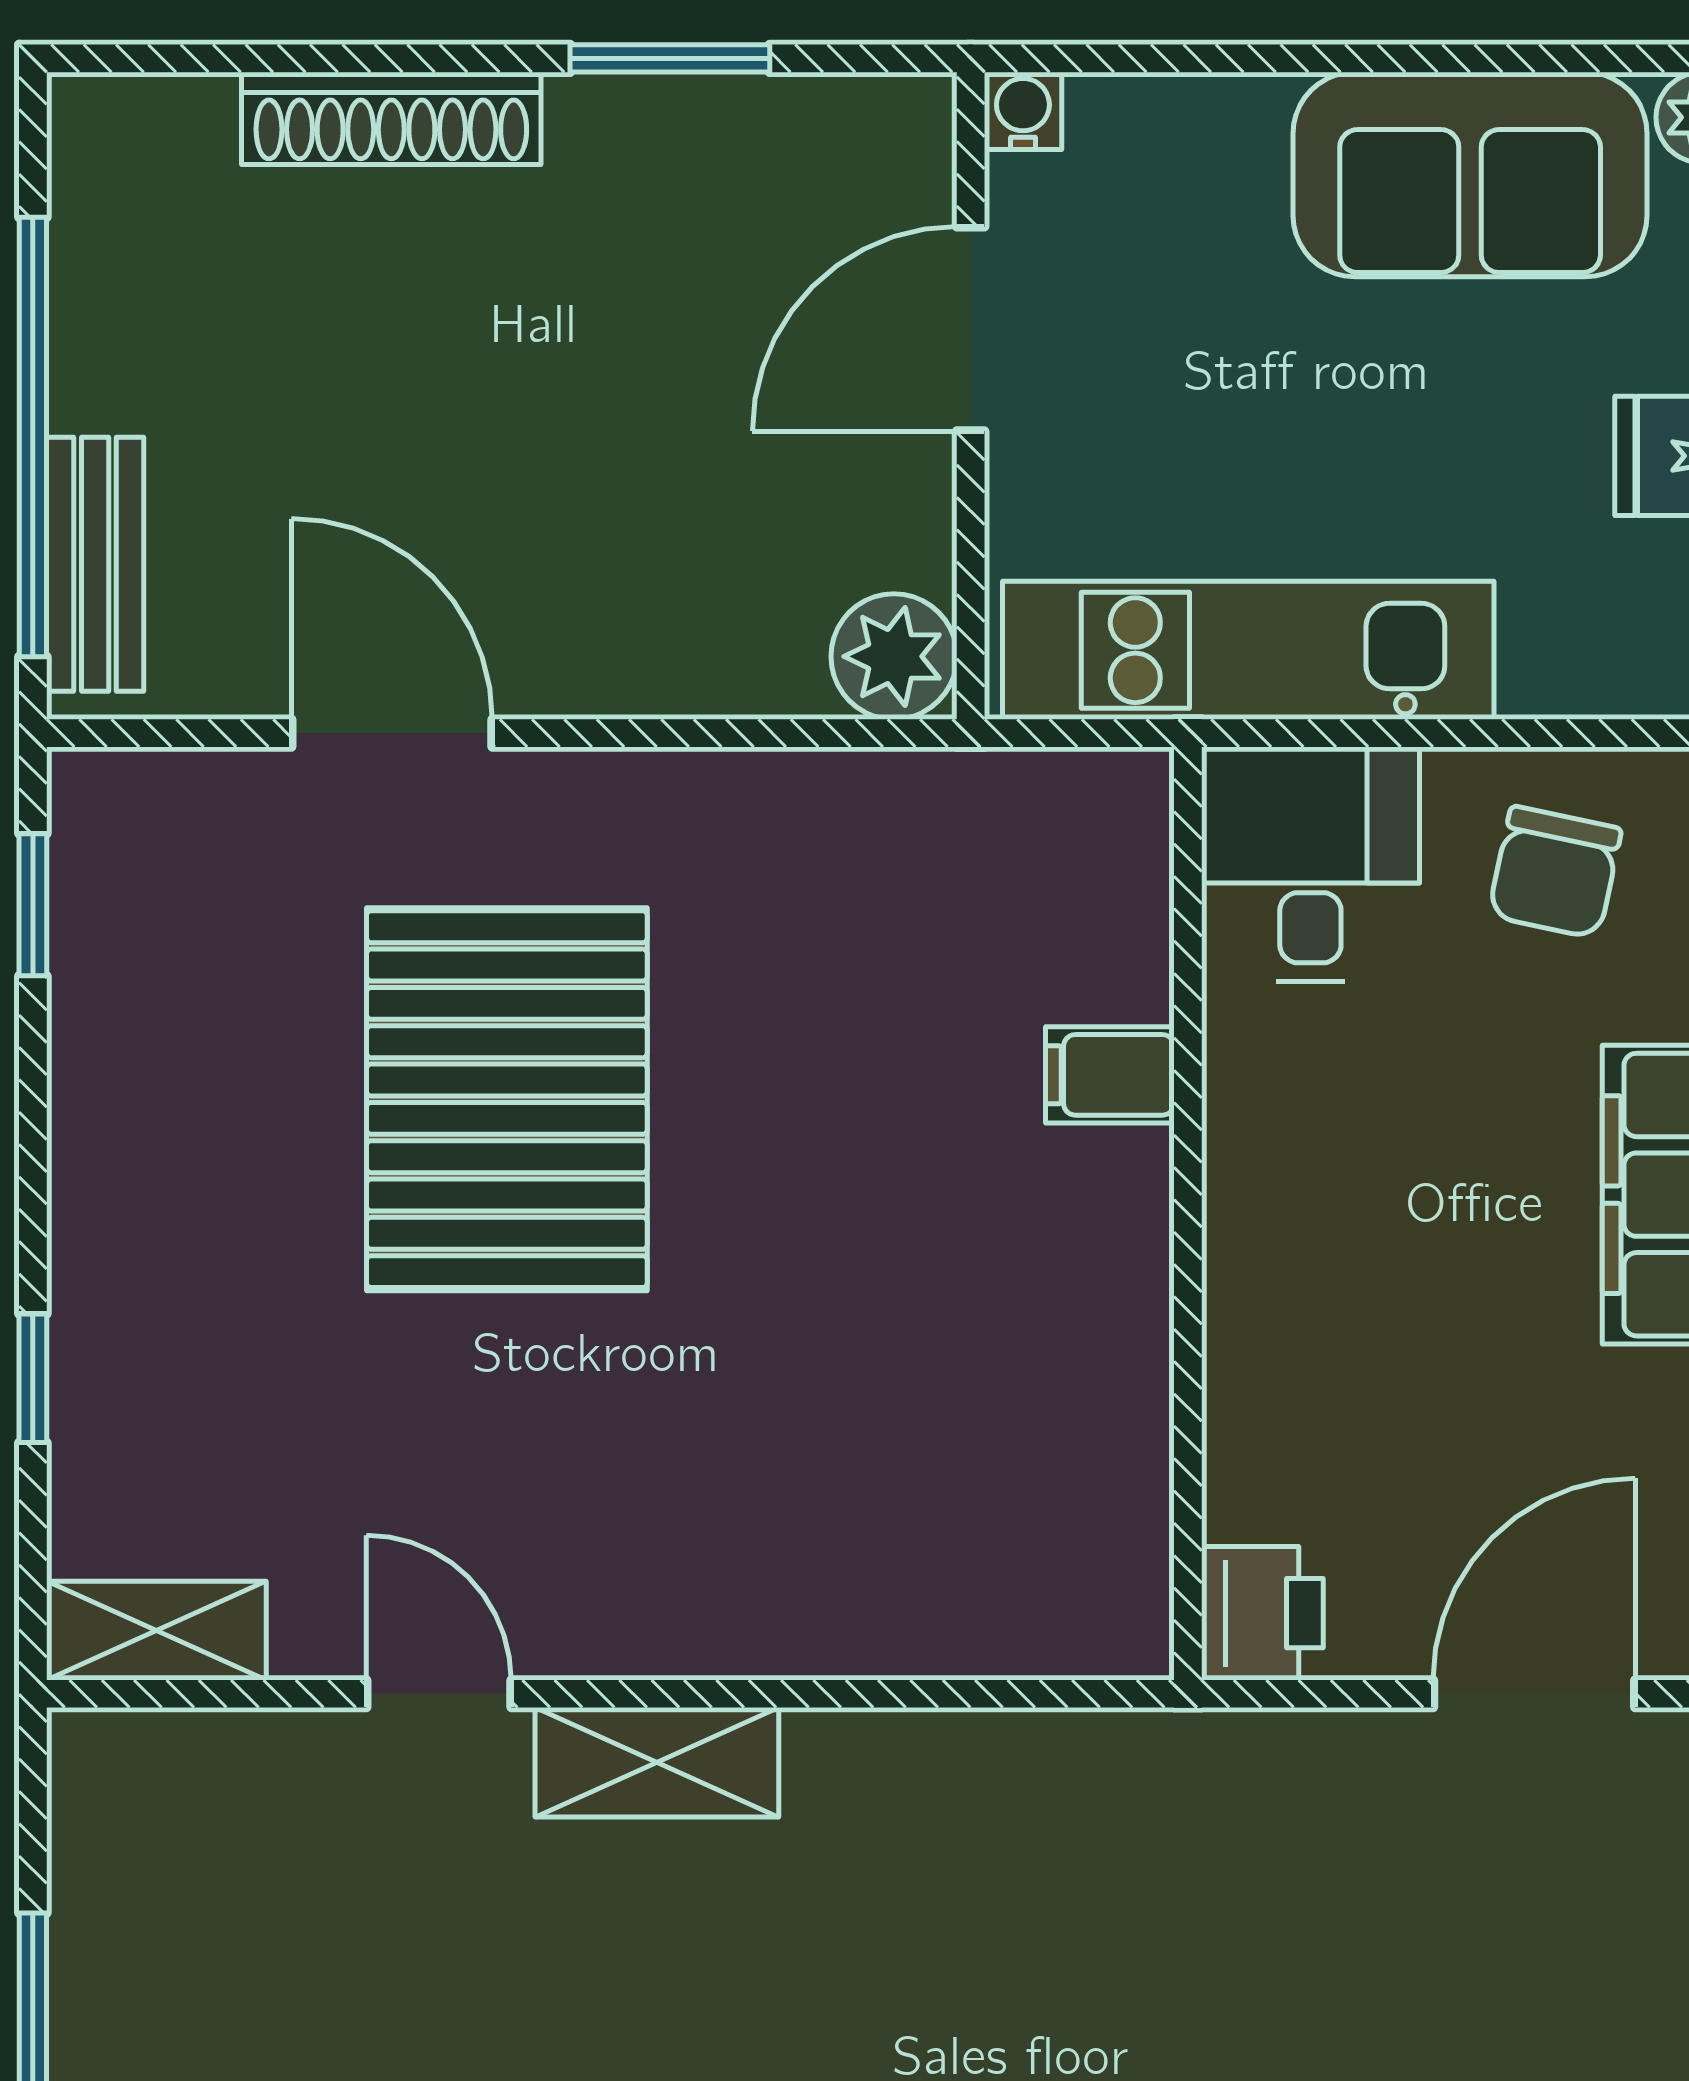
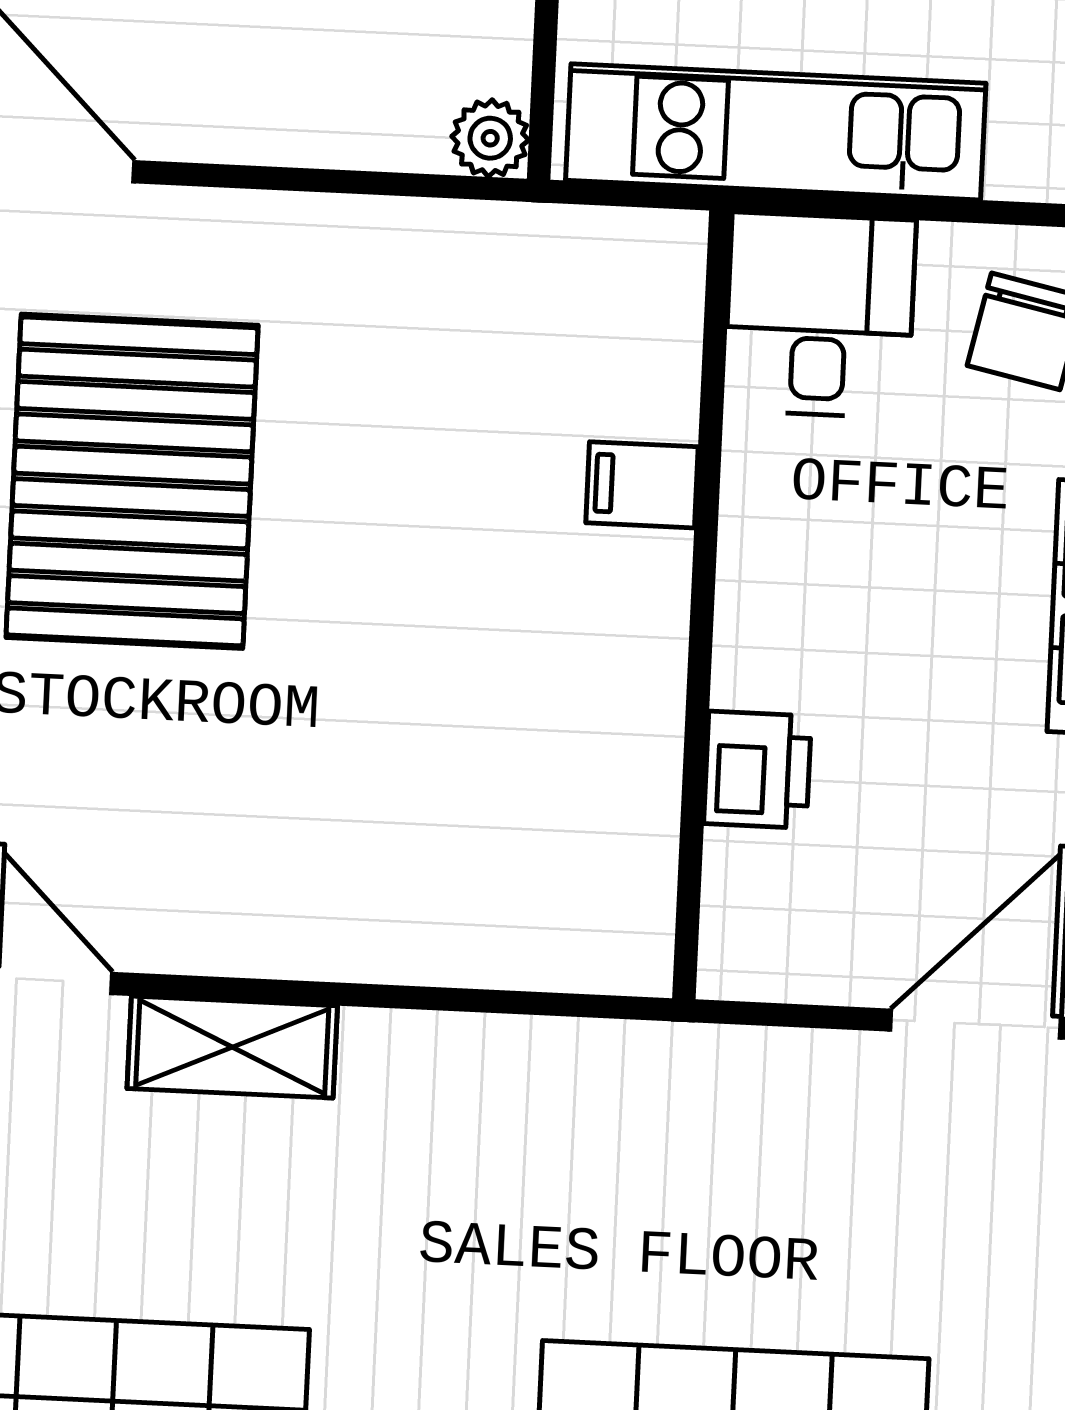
plant: (894, 656) -> (490, 138), width x0.73, depth x0.73
printer: (1262, 1613) -> (758, 770), moved

